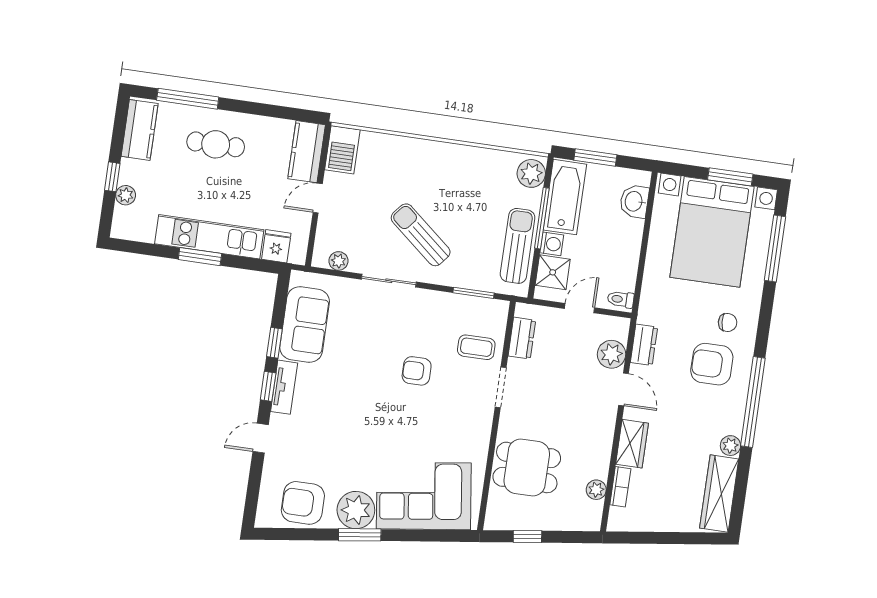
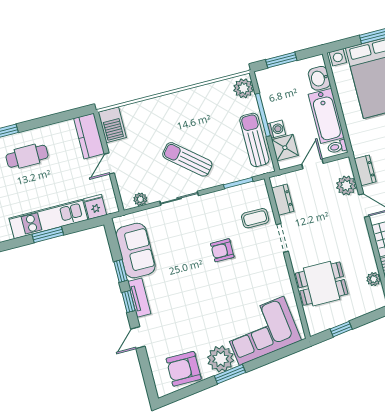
bathtub: (565, 197) -> (326, 116), moved, turned 180

